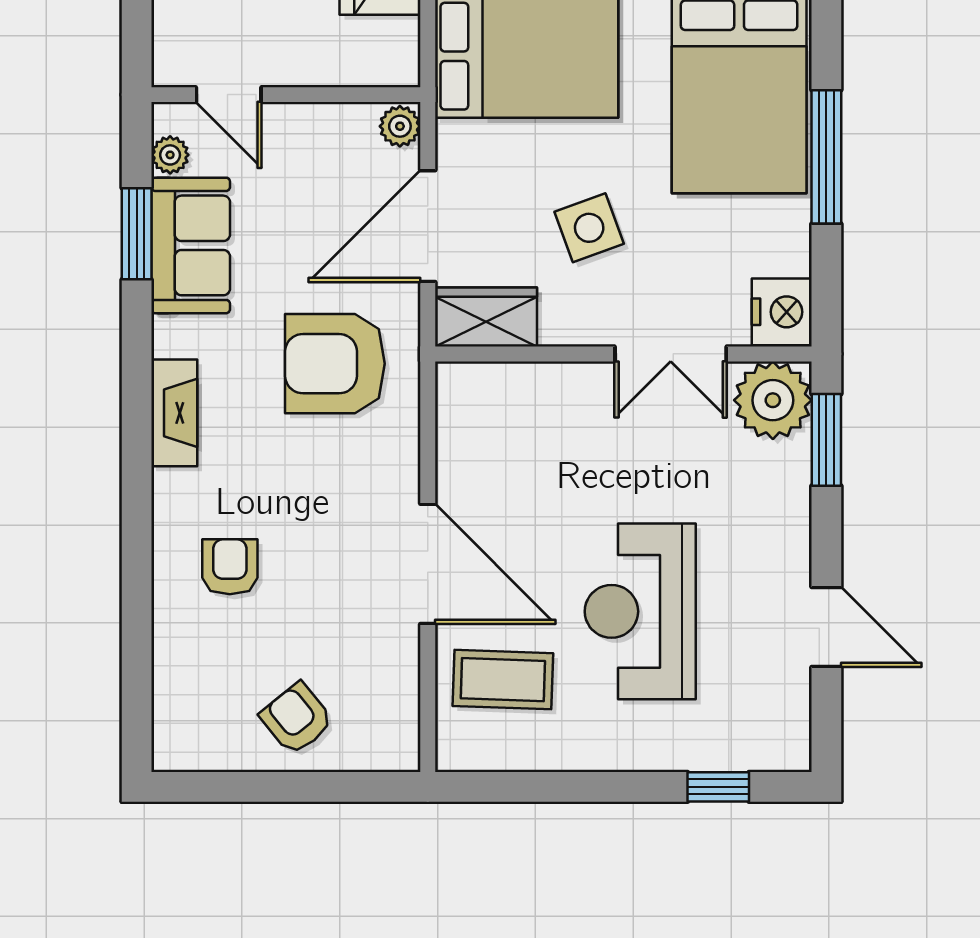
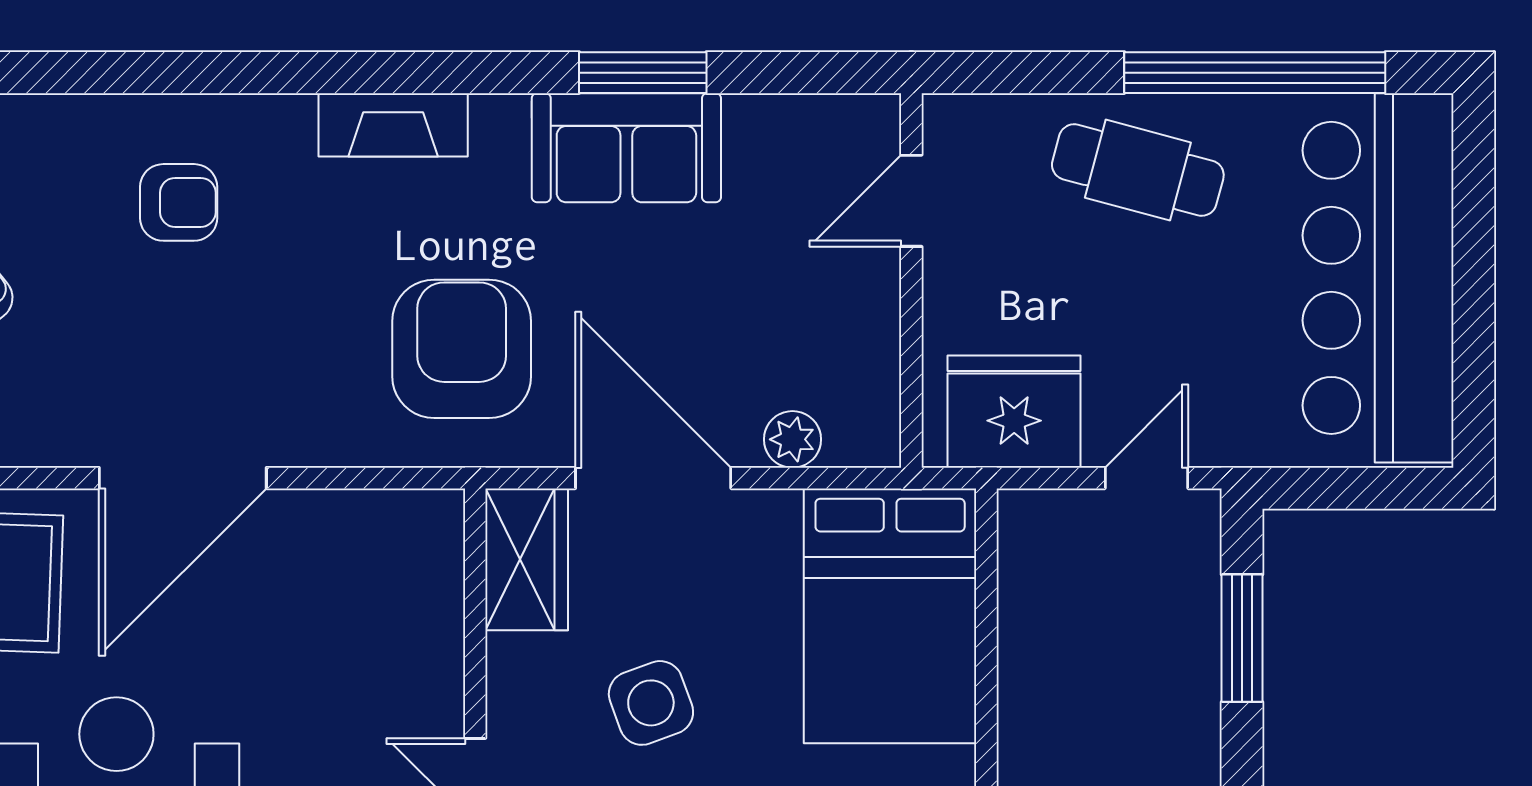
door: (229, 95) -> (911, 201), moved
wall: (286, 95) -> (911, 280), moved
plant: (170, 155) -> (752, 119), removed

